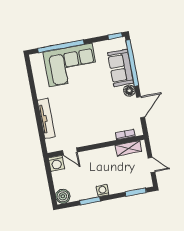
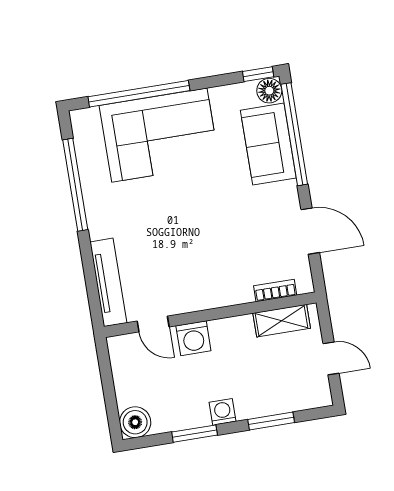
window: (33, 89) -> (75, 185), added
floor lamp: (129, 91) -> (269, 91), moved
door: (141, 107) -> (310, 231), hinge flipped
tv unit: (46, 118) -> (108, 282), moved
washing machine: (56, 163) -> (193, 338), moved
window: (136, 192) -> (271, 421), moved

